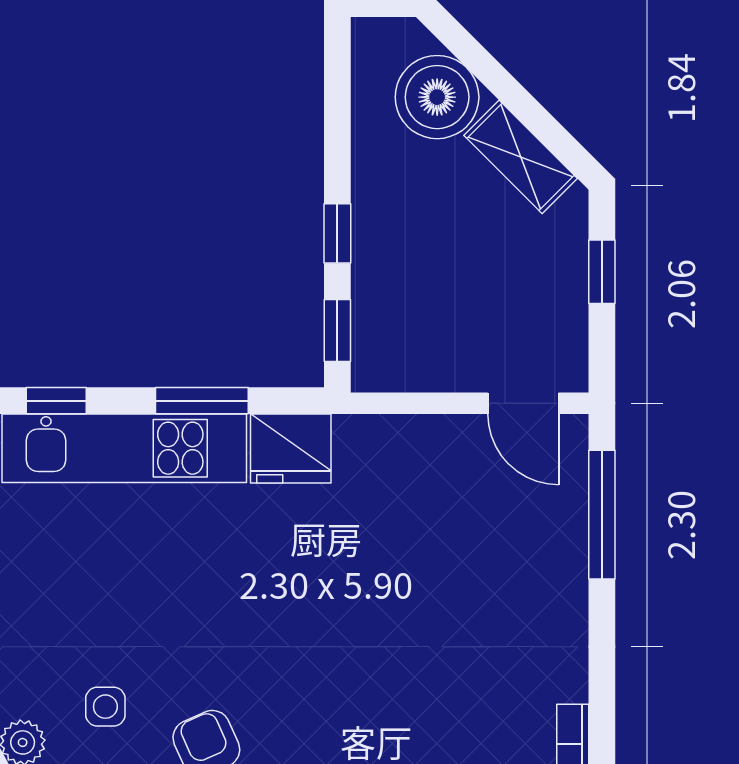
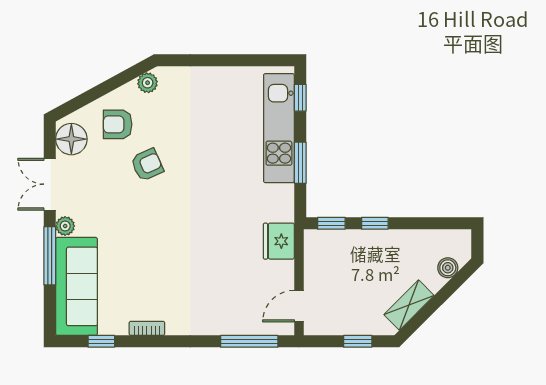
boiler: (437, 97) -> (448, 268), width x0.54, depth x0.54
fridge: (291, 448) -> (279, 241), moved
side table: (105, 707) -> (164, 120), removed

